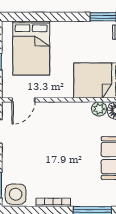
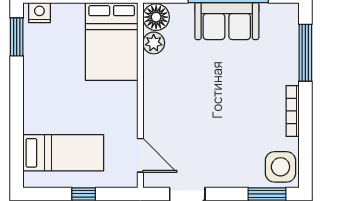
bed: (31, 48) -> (63, 153), width x0.67

